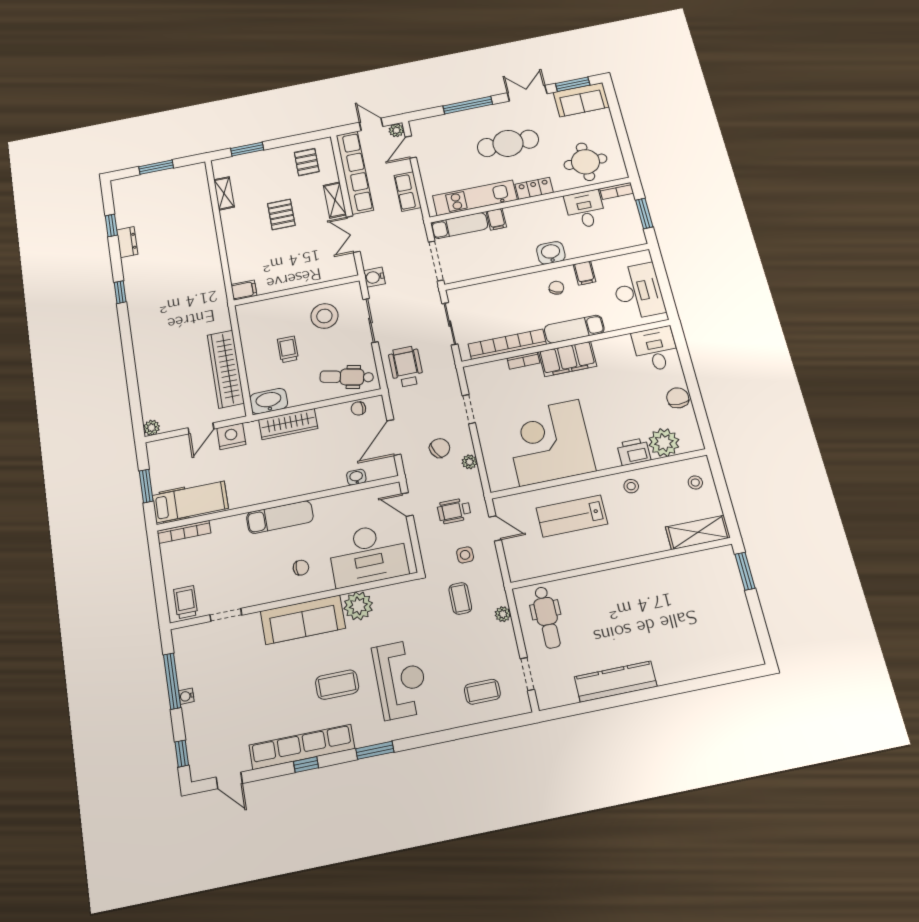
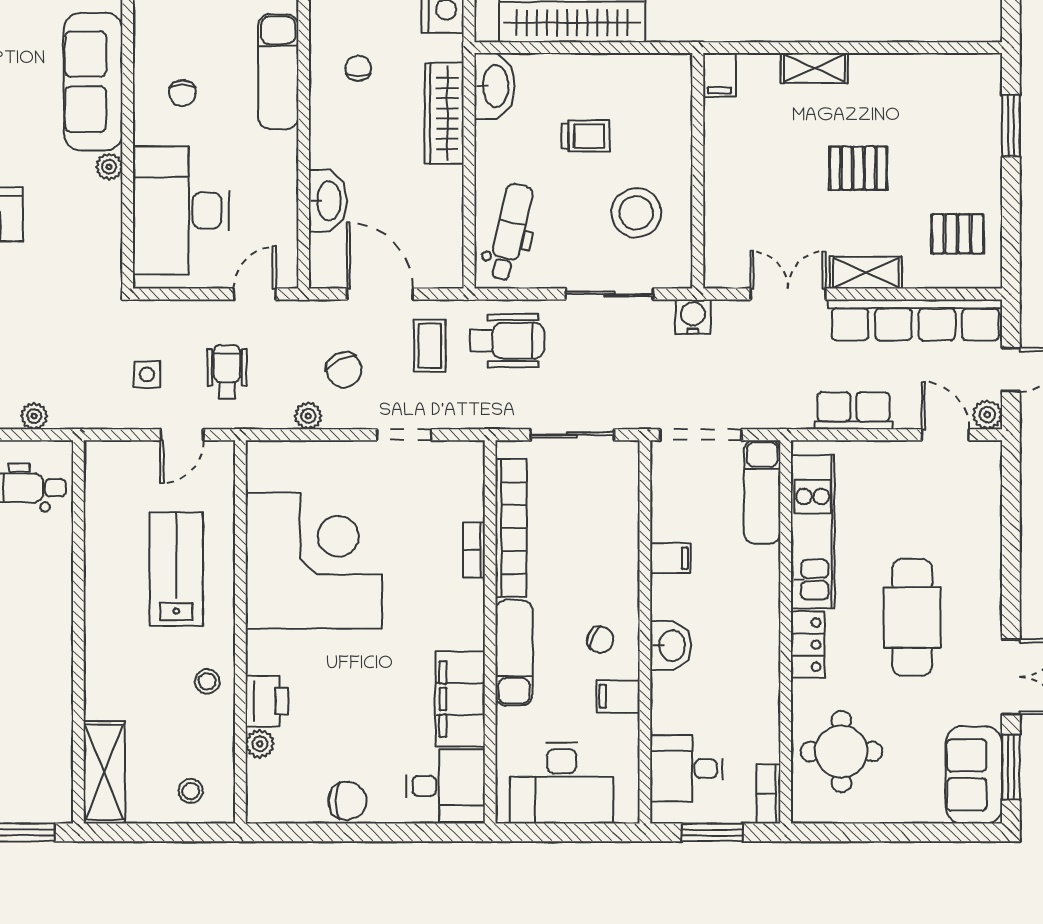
window: (468, 105) -> (1011, 560), removed
shelving: (224, 193) -> (814, 68), moved
desk: (585, 209) -> (686, 769), moved, turned 180
filing cabinet: (496, 219) -> (670, 558), moved, turned 180
filing cabinet: (568, 359) -> (460, 699), moved
chair: (358, 408) -> (358, 68), moved
plant: (664, 443) -> (260, 744), width x0.53, depth x0.53
washbasin: (356, 477) -> (328, 201), width x1.91, depth x1.45
coffee table: (460, 598) -> (430, 346), moved, turned 90
plant: (358, 606) -> (109, 167), width x0.53, depth x0.53

